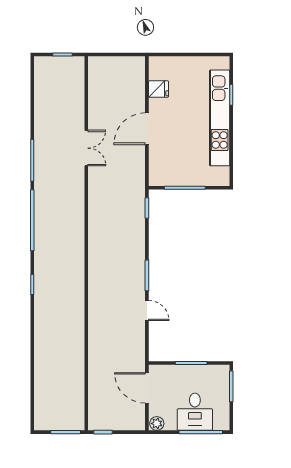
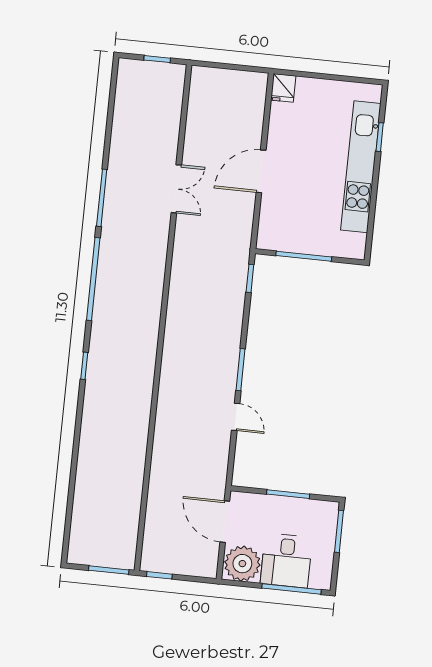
fridge: (158, 89) -> (283, 88), moved, turned 90
plant: (157, 423) -> (242, 564), width x1.88, depth x1.88

